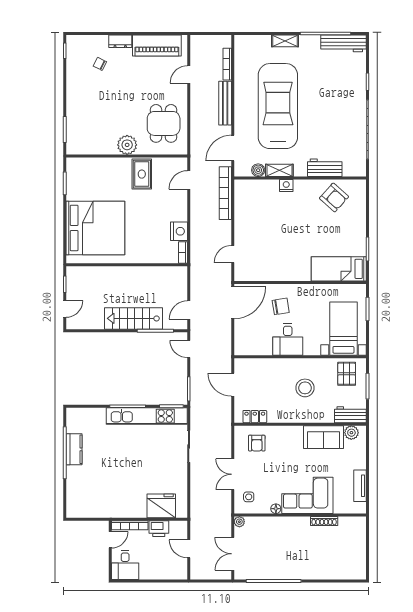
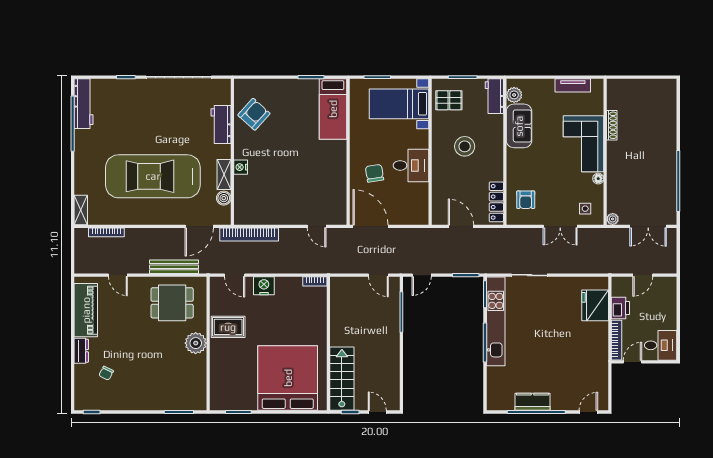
shelving: (285, 41) -> (81, 210), moved
bench: (225, 103) -> (174, 267), moved
door: (233, 148) -> (199, 226), hinge flipped
nightstand: (179, 231) -> (264, 286), moved
stairs: (134, 318) -> (342, 379), moved, turned 180
door: (233, 385) -> (461, 226), swing flipped
locker: (255, 417) -> (496, 202), width x1.53
armchair: (257, 443) -> (526, 200), turned 90
door: (65, 500) -> (588, 412), added
door: (110, 540) -> (633, 362), hinge flipped

